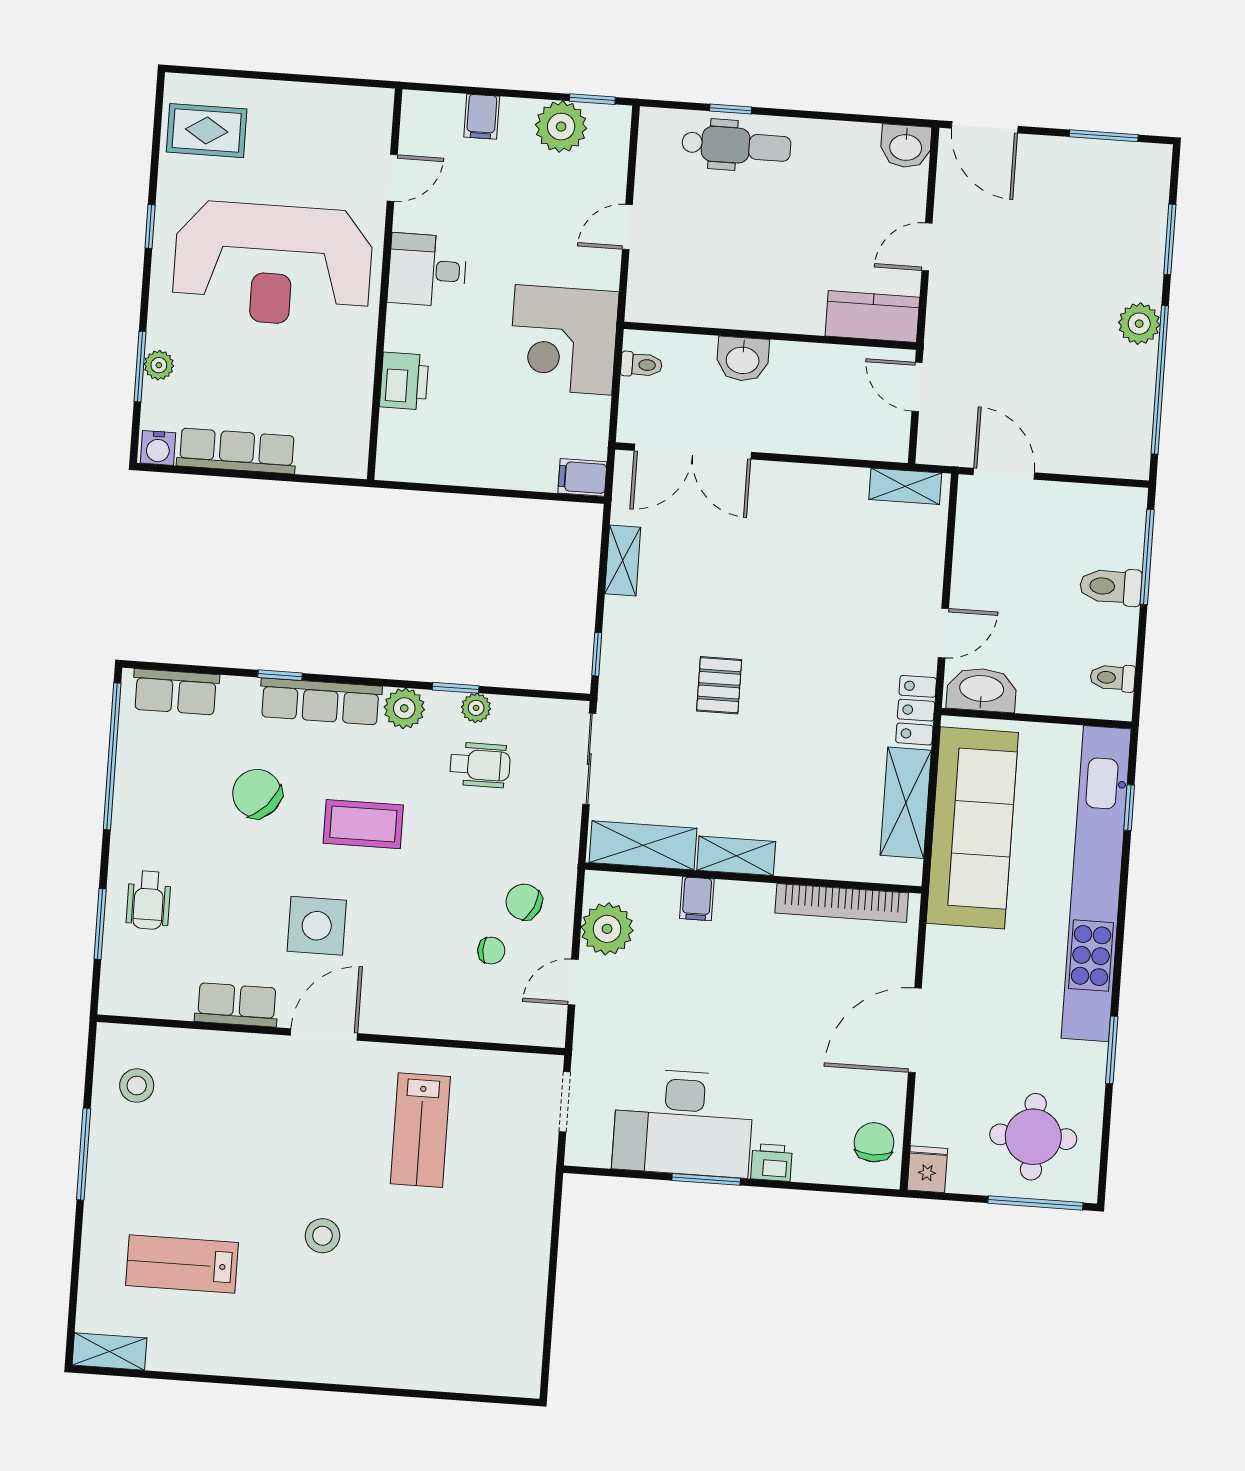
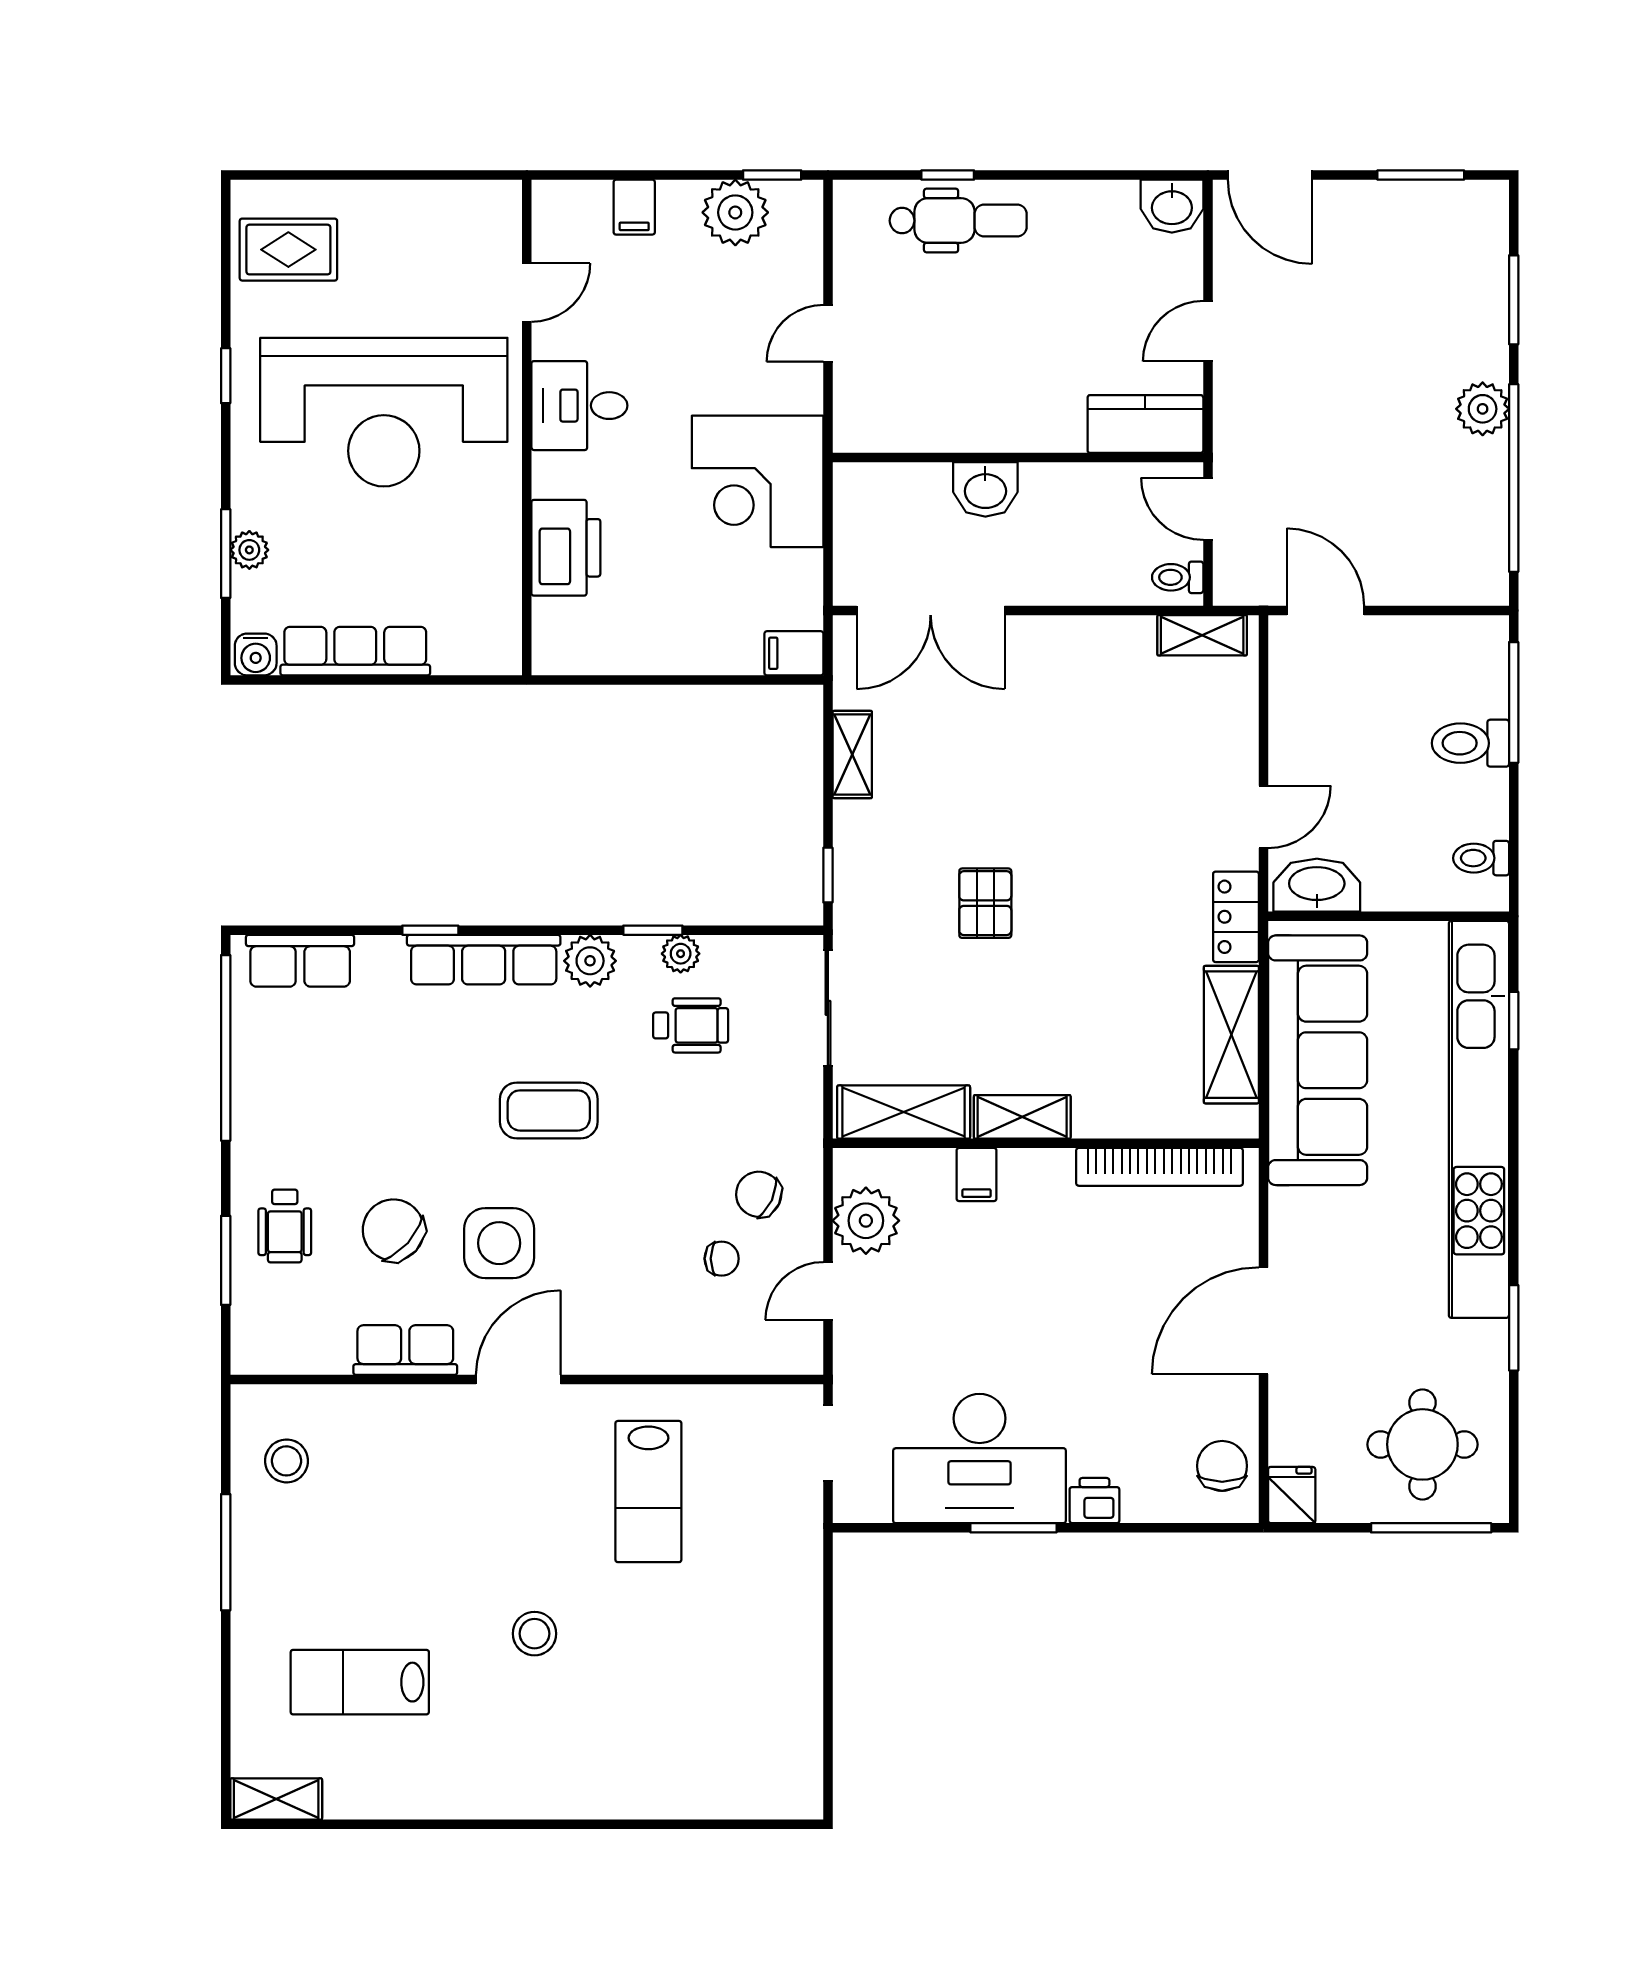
toilet: (641, 365) -> (1178, 577), moved, turned 180
printer: (404, 381) -> (566, 548), width x1.37, depth x1.19
chair: (257, 794) -> (393, 1230), moved

